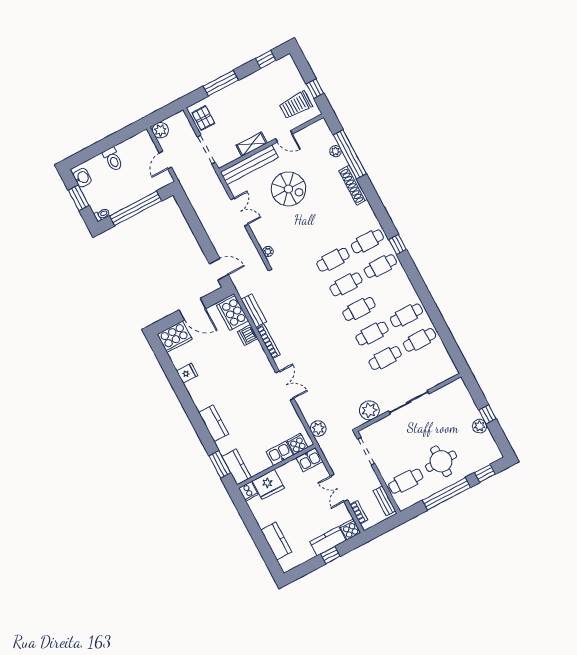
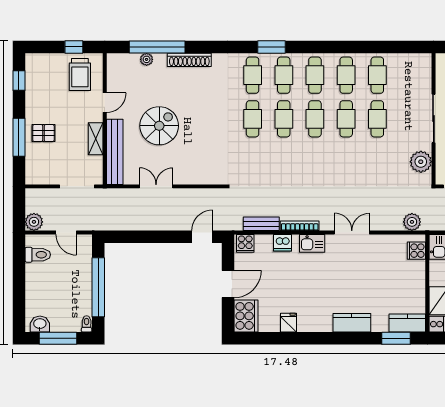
pallet: (203, 118) -> (43, 133), moved
toilet: (113, 159) -> (38, 255), moved
window: (79, 198) -> (58, 338), width x1.44
window: (398, 245) -> (271, 47), width x1.50
plant: (268, 251) -> (210, 179), removed
cafe table: (393, 291) -> (315, 75), added
cooker: (233, 313) -> (245, 243), width x0.53, depth x0.76
kitchen sink: (280, 453) -> (312, 243), moved, turned -90

